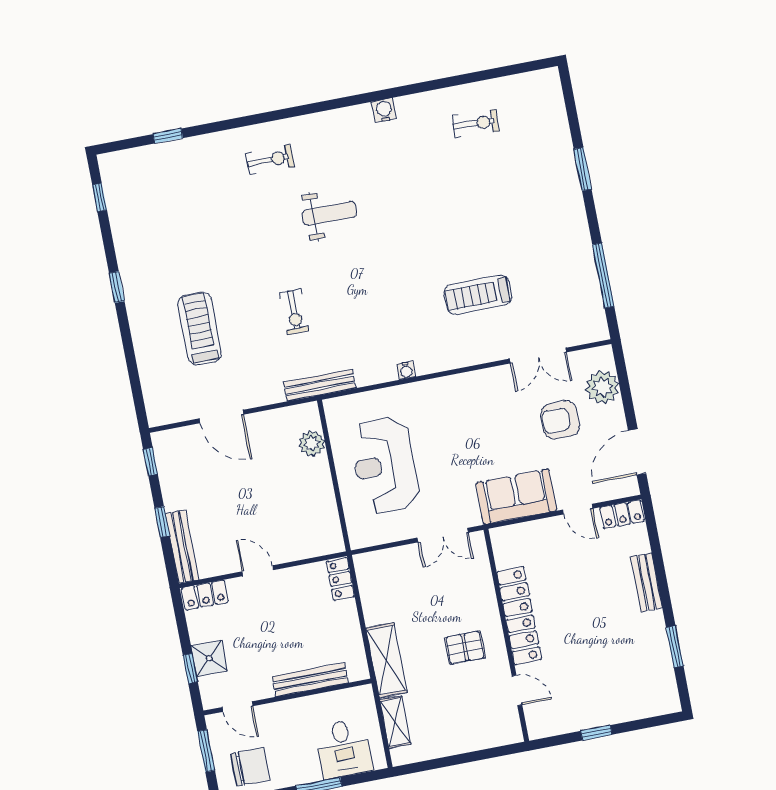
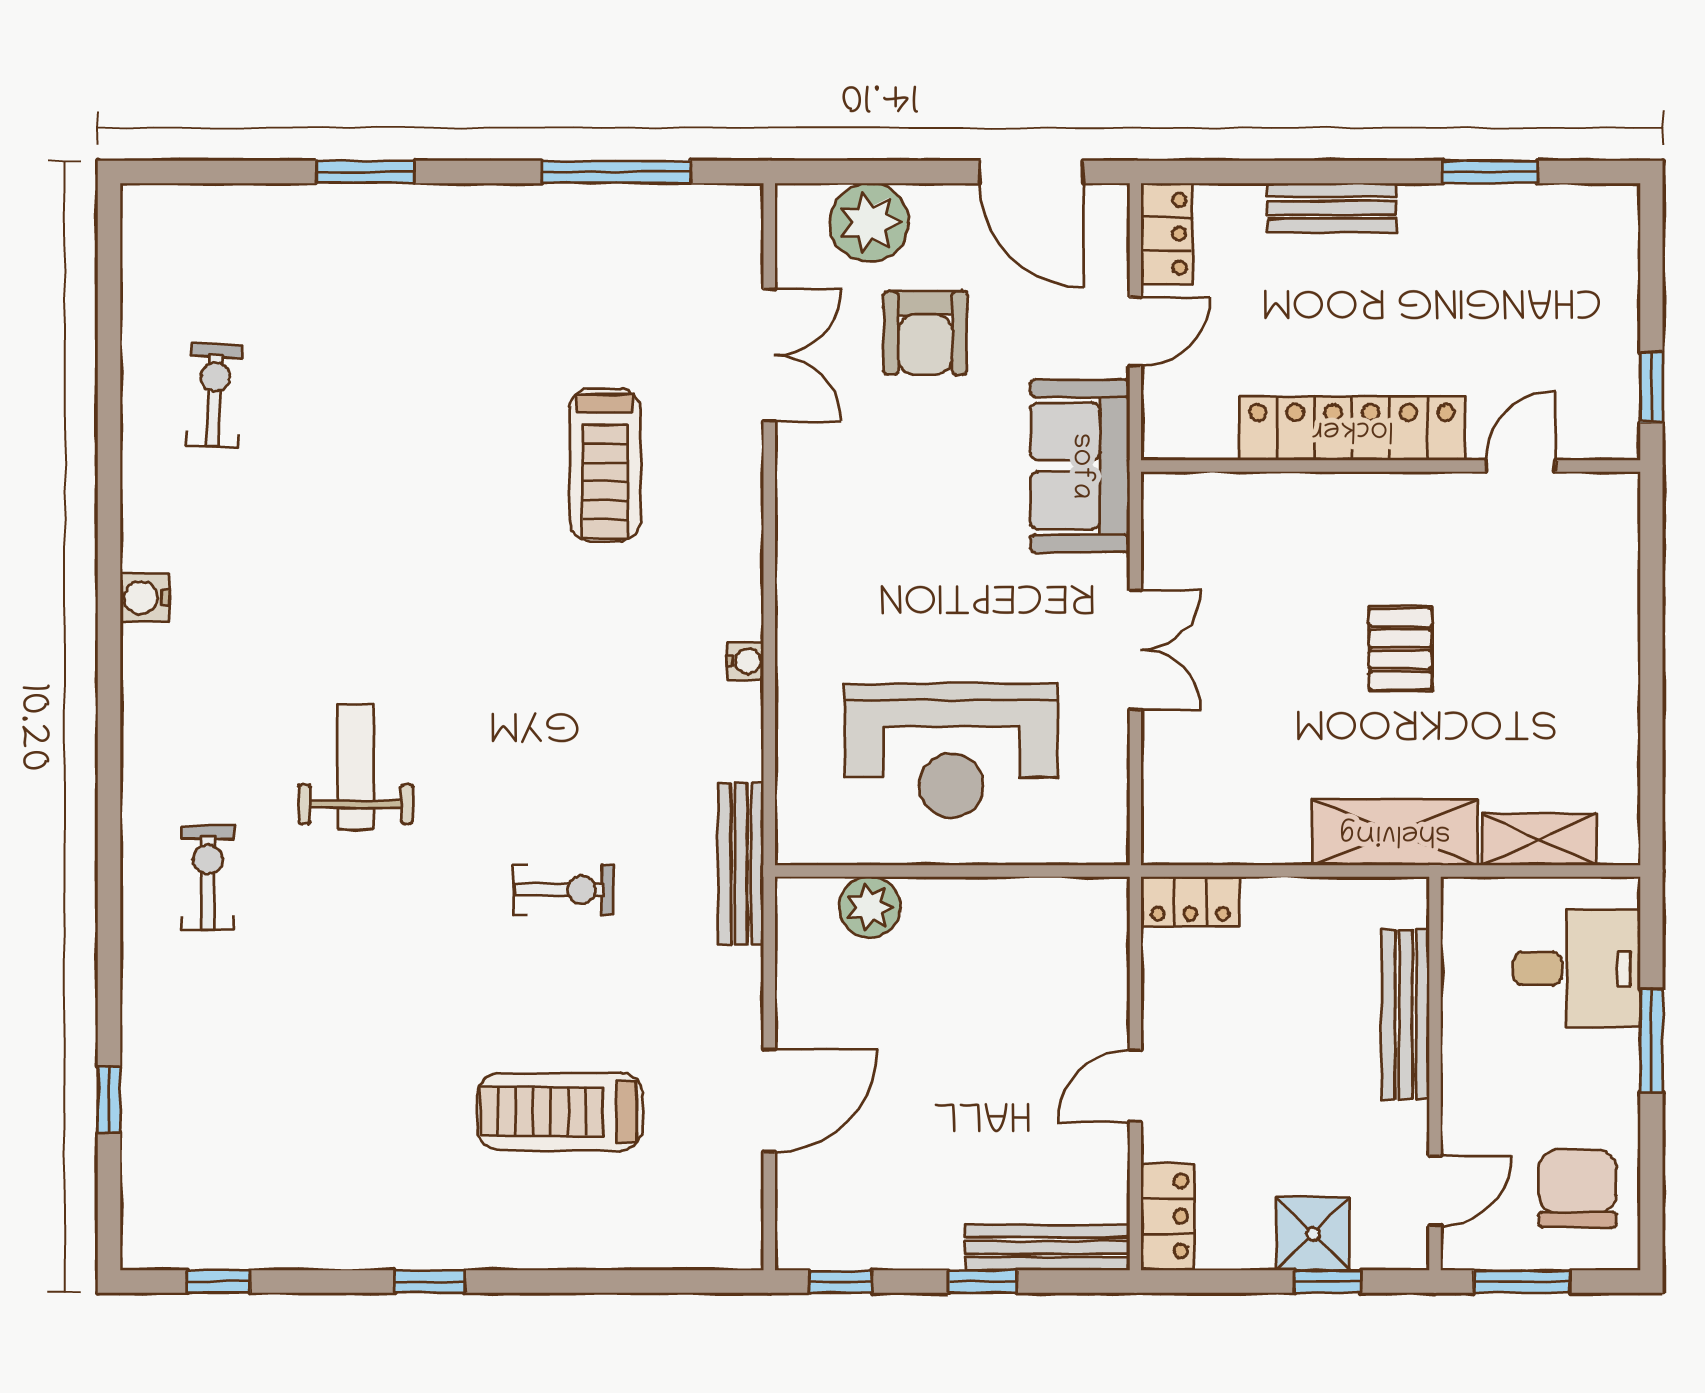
locker: (519, 616) -> (1352, 428), moved
wall: (506, 635) -> (1391, 466), moved
door: (517, 690) -> (1521, 466), moved

